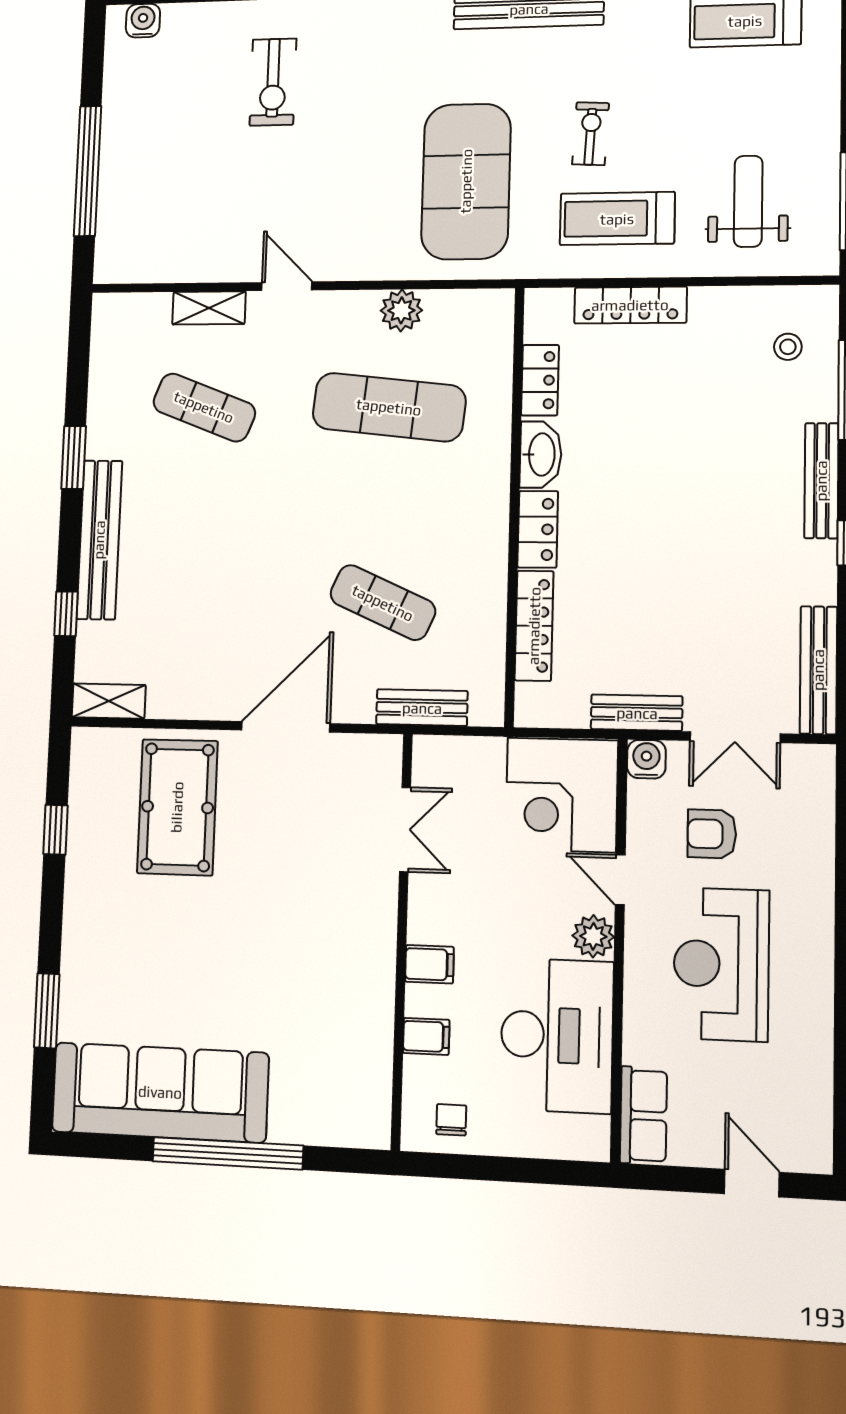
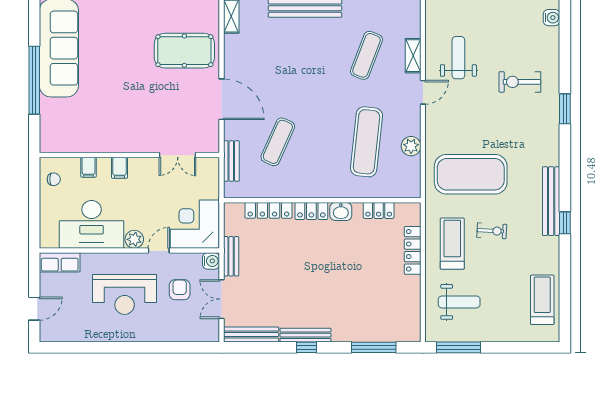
weight bench: (217, 212) -> (458, 58), added
stool: (788, 347) -> (393, 320), removed
washbasin: (541, 455) -> (341, 211), width x0.72
bench: (821, 481) -> (305, 335), moved
reception desk: (721, 964) -> (125, 294), turned 180

